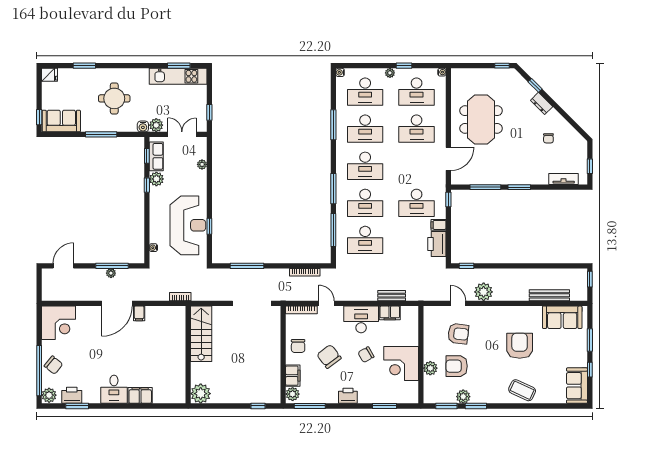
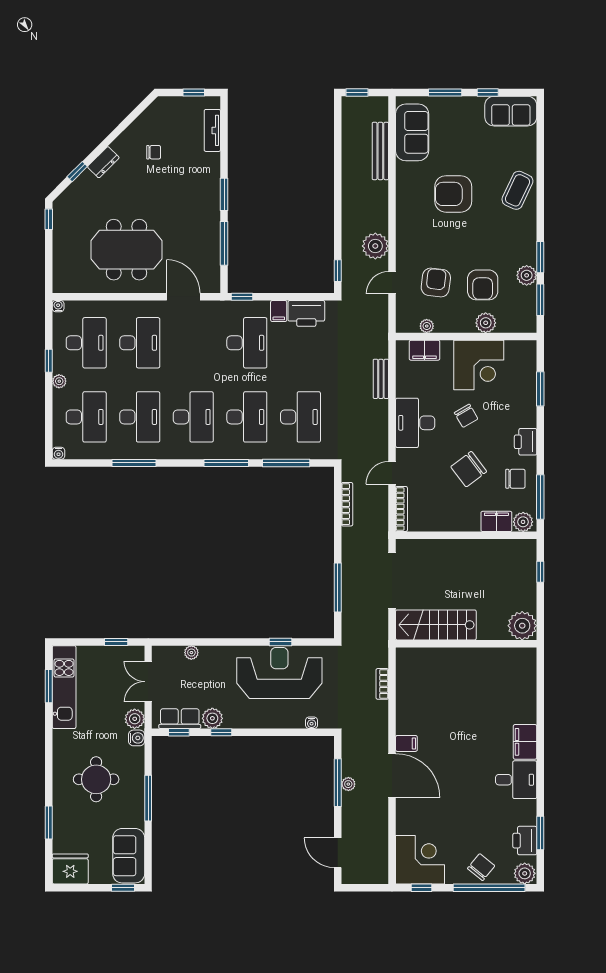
fridge: (50, 75) -> (70, 869), width x1.88, depth x1.34
filing cabinet: (390, 313) -> (424, 350), moved, turned 90
window: (39, 324) -> (421, 888), added
plant: (428, 327) -> (427, 326), added
stairs: (201, 334) -> (436, 625), moved
chair: (298, 346) -> (515, 479), moved
wall: (188, 355) -> (466, 644), moved
plant: (201, 394) -> (522, 626), moved

